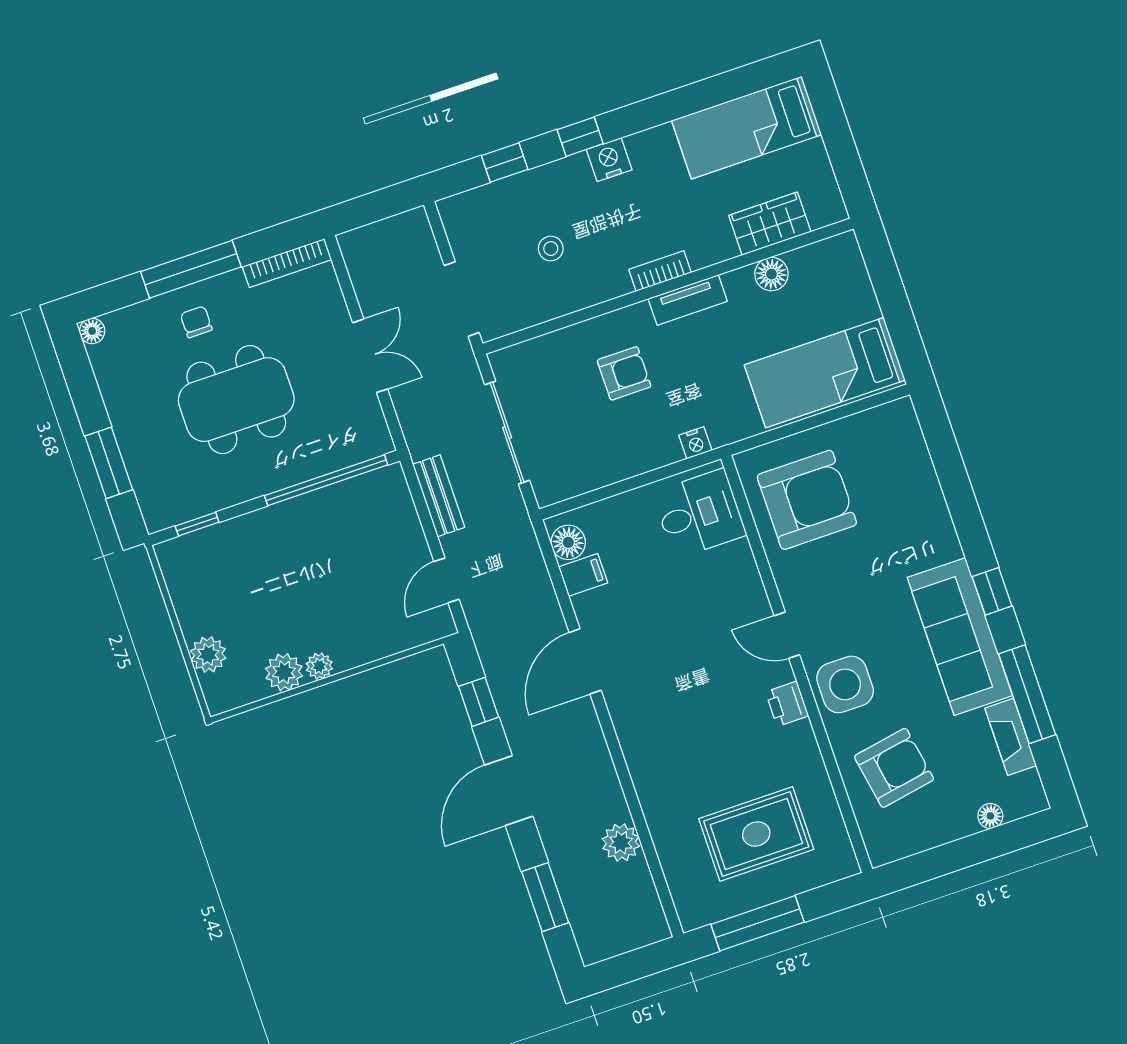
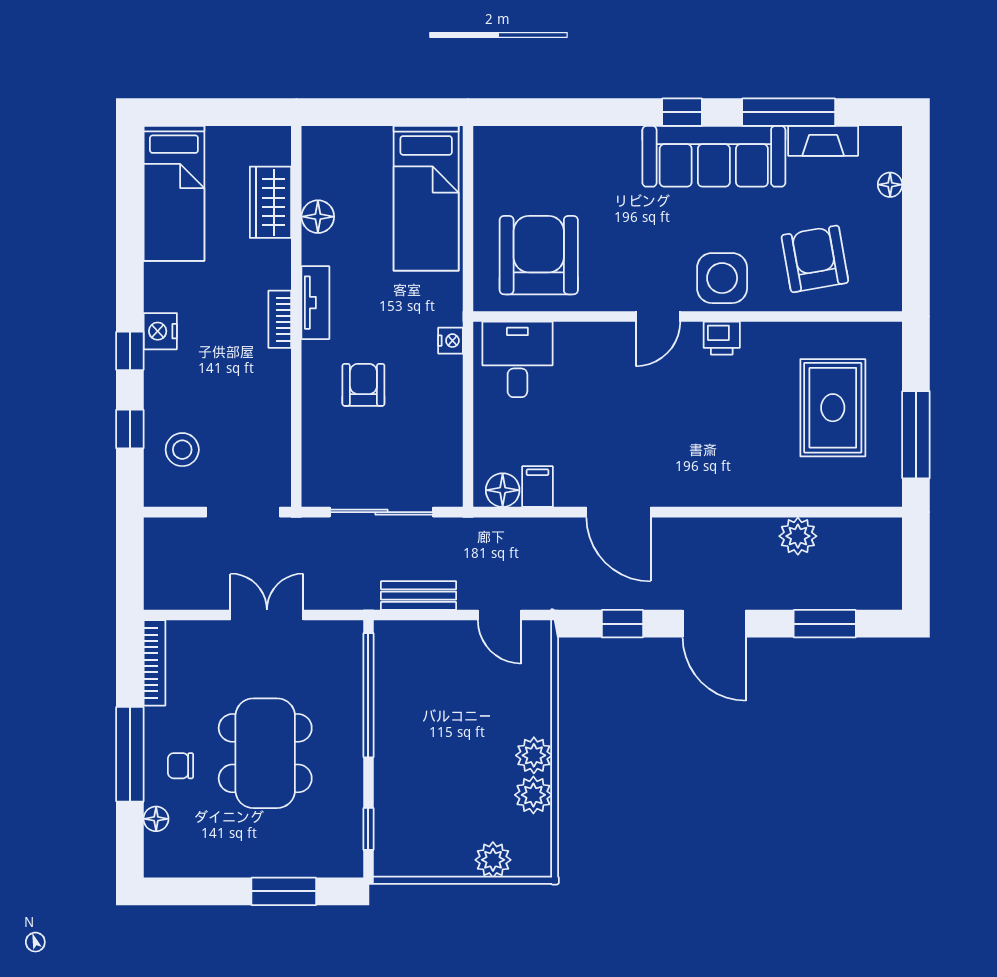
stool: (551, 249) -> (182, 450), moved, width x1.37, depth x1.37
floor lamp: (92, 331) -> (156, 819), moved
plant: (319, 666) -> (534, 755), width x1.38, depth x1.38

